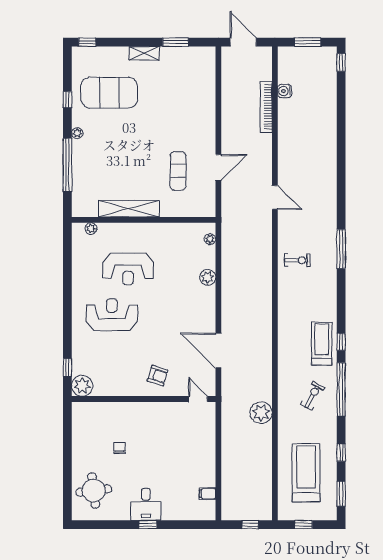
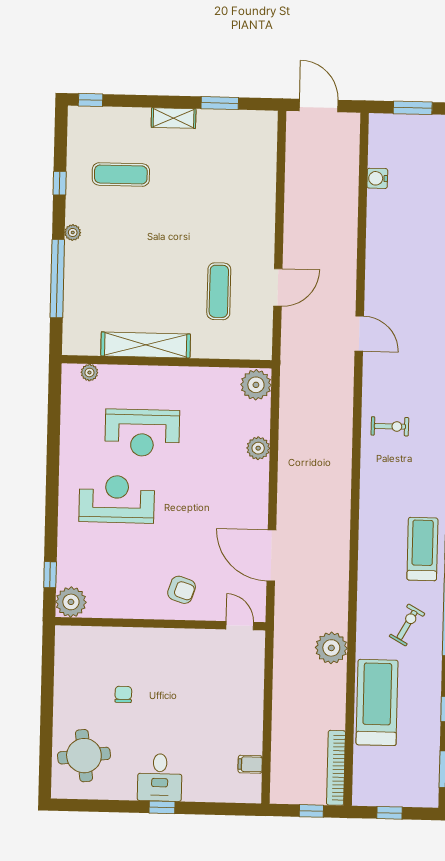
exercise mat: (109, 93) -> (121, 174), width x0.50, depth x0.69
bookcase: (266, 107) -> (336, 768), moved
plant: (210, 239) -> (256, 385), width x1.88, depth x1.88
treadmill: (306, 473) -> (377, 702), moved

